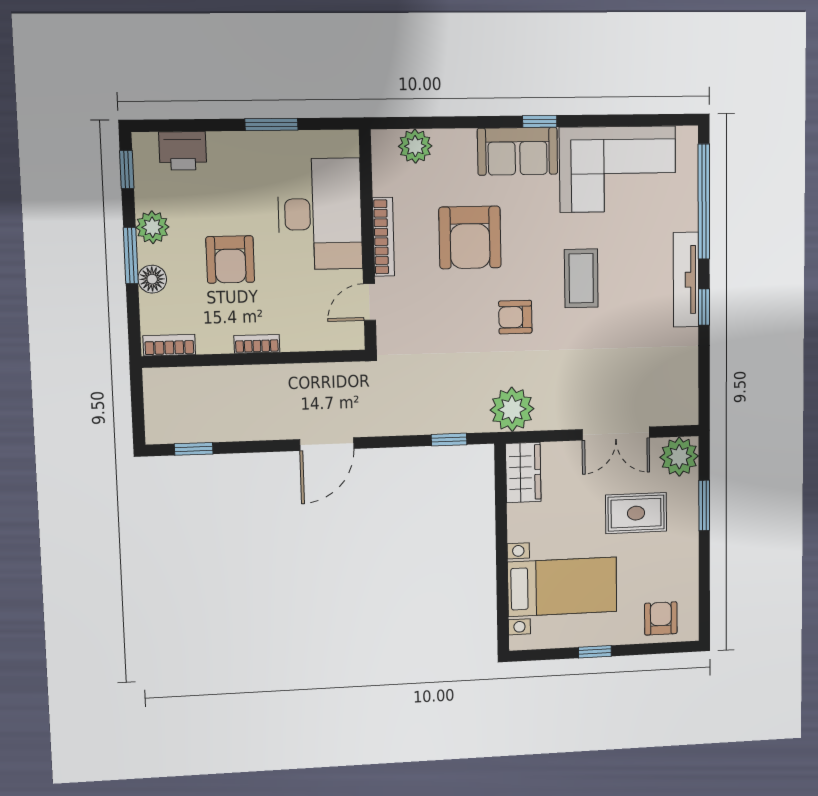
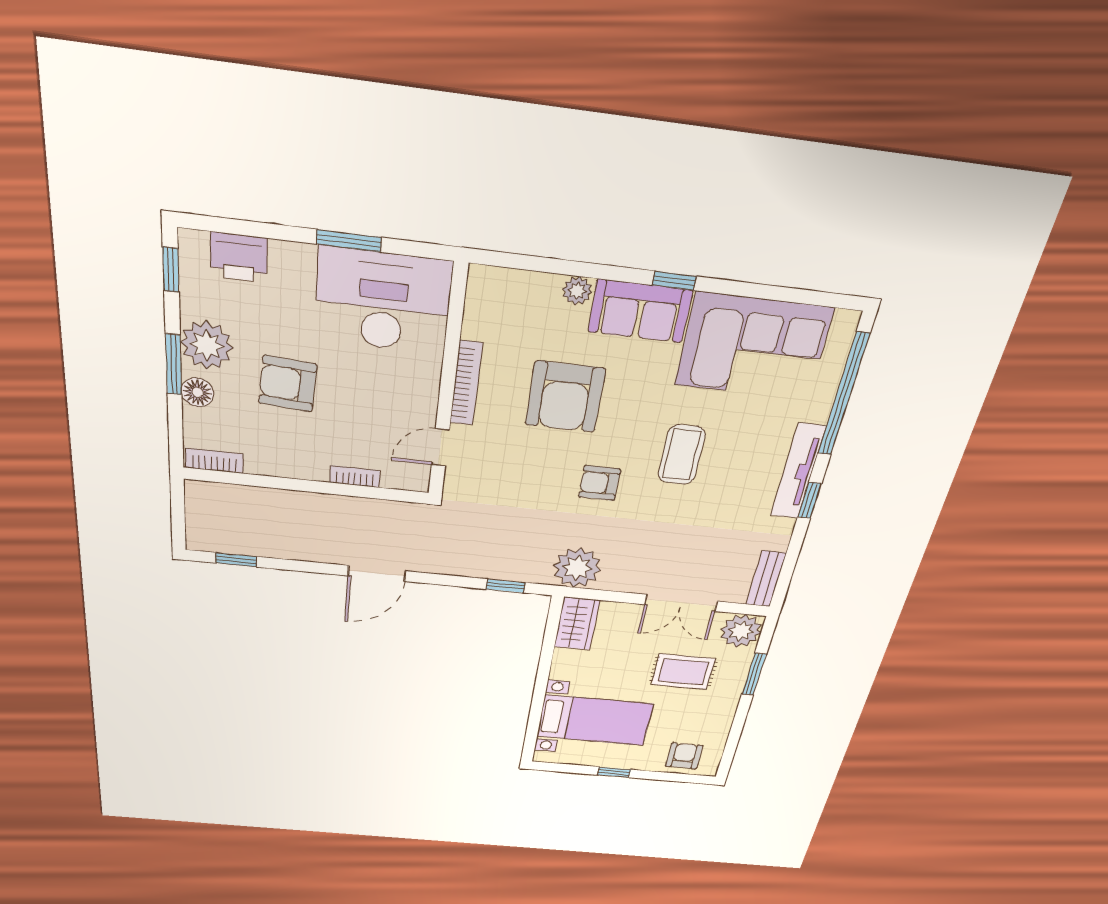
plant: (415, 146) -> (577, 291), moved, width x0.73, depth x0.73
desk: (320, 214) -> (383, 301), moved, turned -90
plant: (152, 227) -> (207, 345), width x1.36, depth x1.36
armchair: (230, 260) -> (288, 384), turned 94
bookcase: (257, 344) -> (355, 476), moved
bench: (687, 395) -> (766, 579), added

